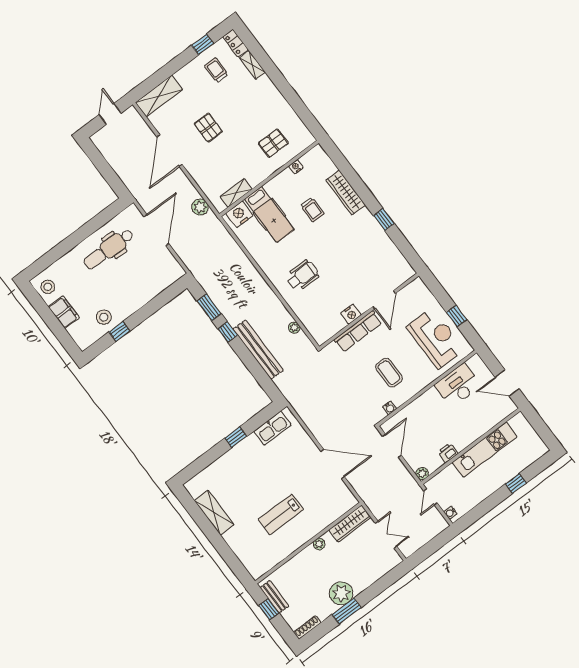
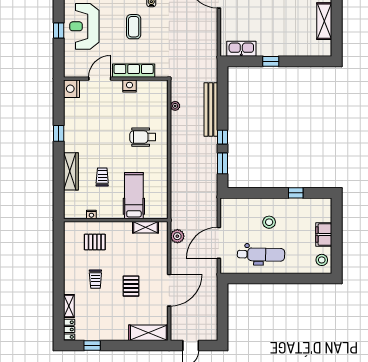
trolley: (216, 70) -> (95, 279), moved
nightstand: (239, 214) -> (72, 89), moved, turned 90
stool: (104, 317) -> (269, 222), moved

